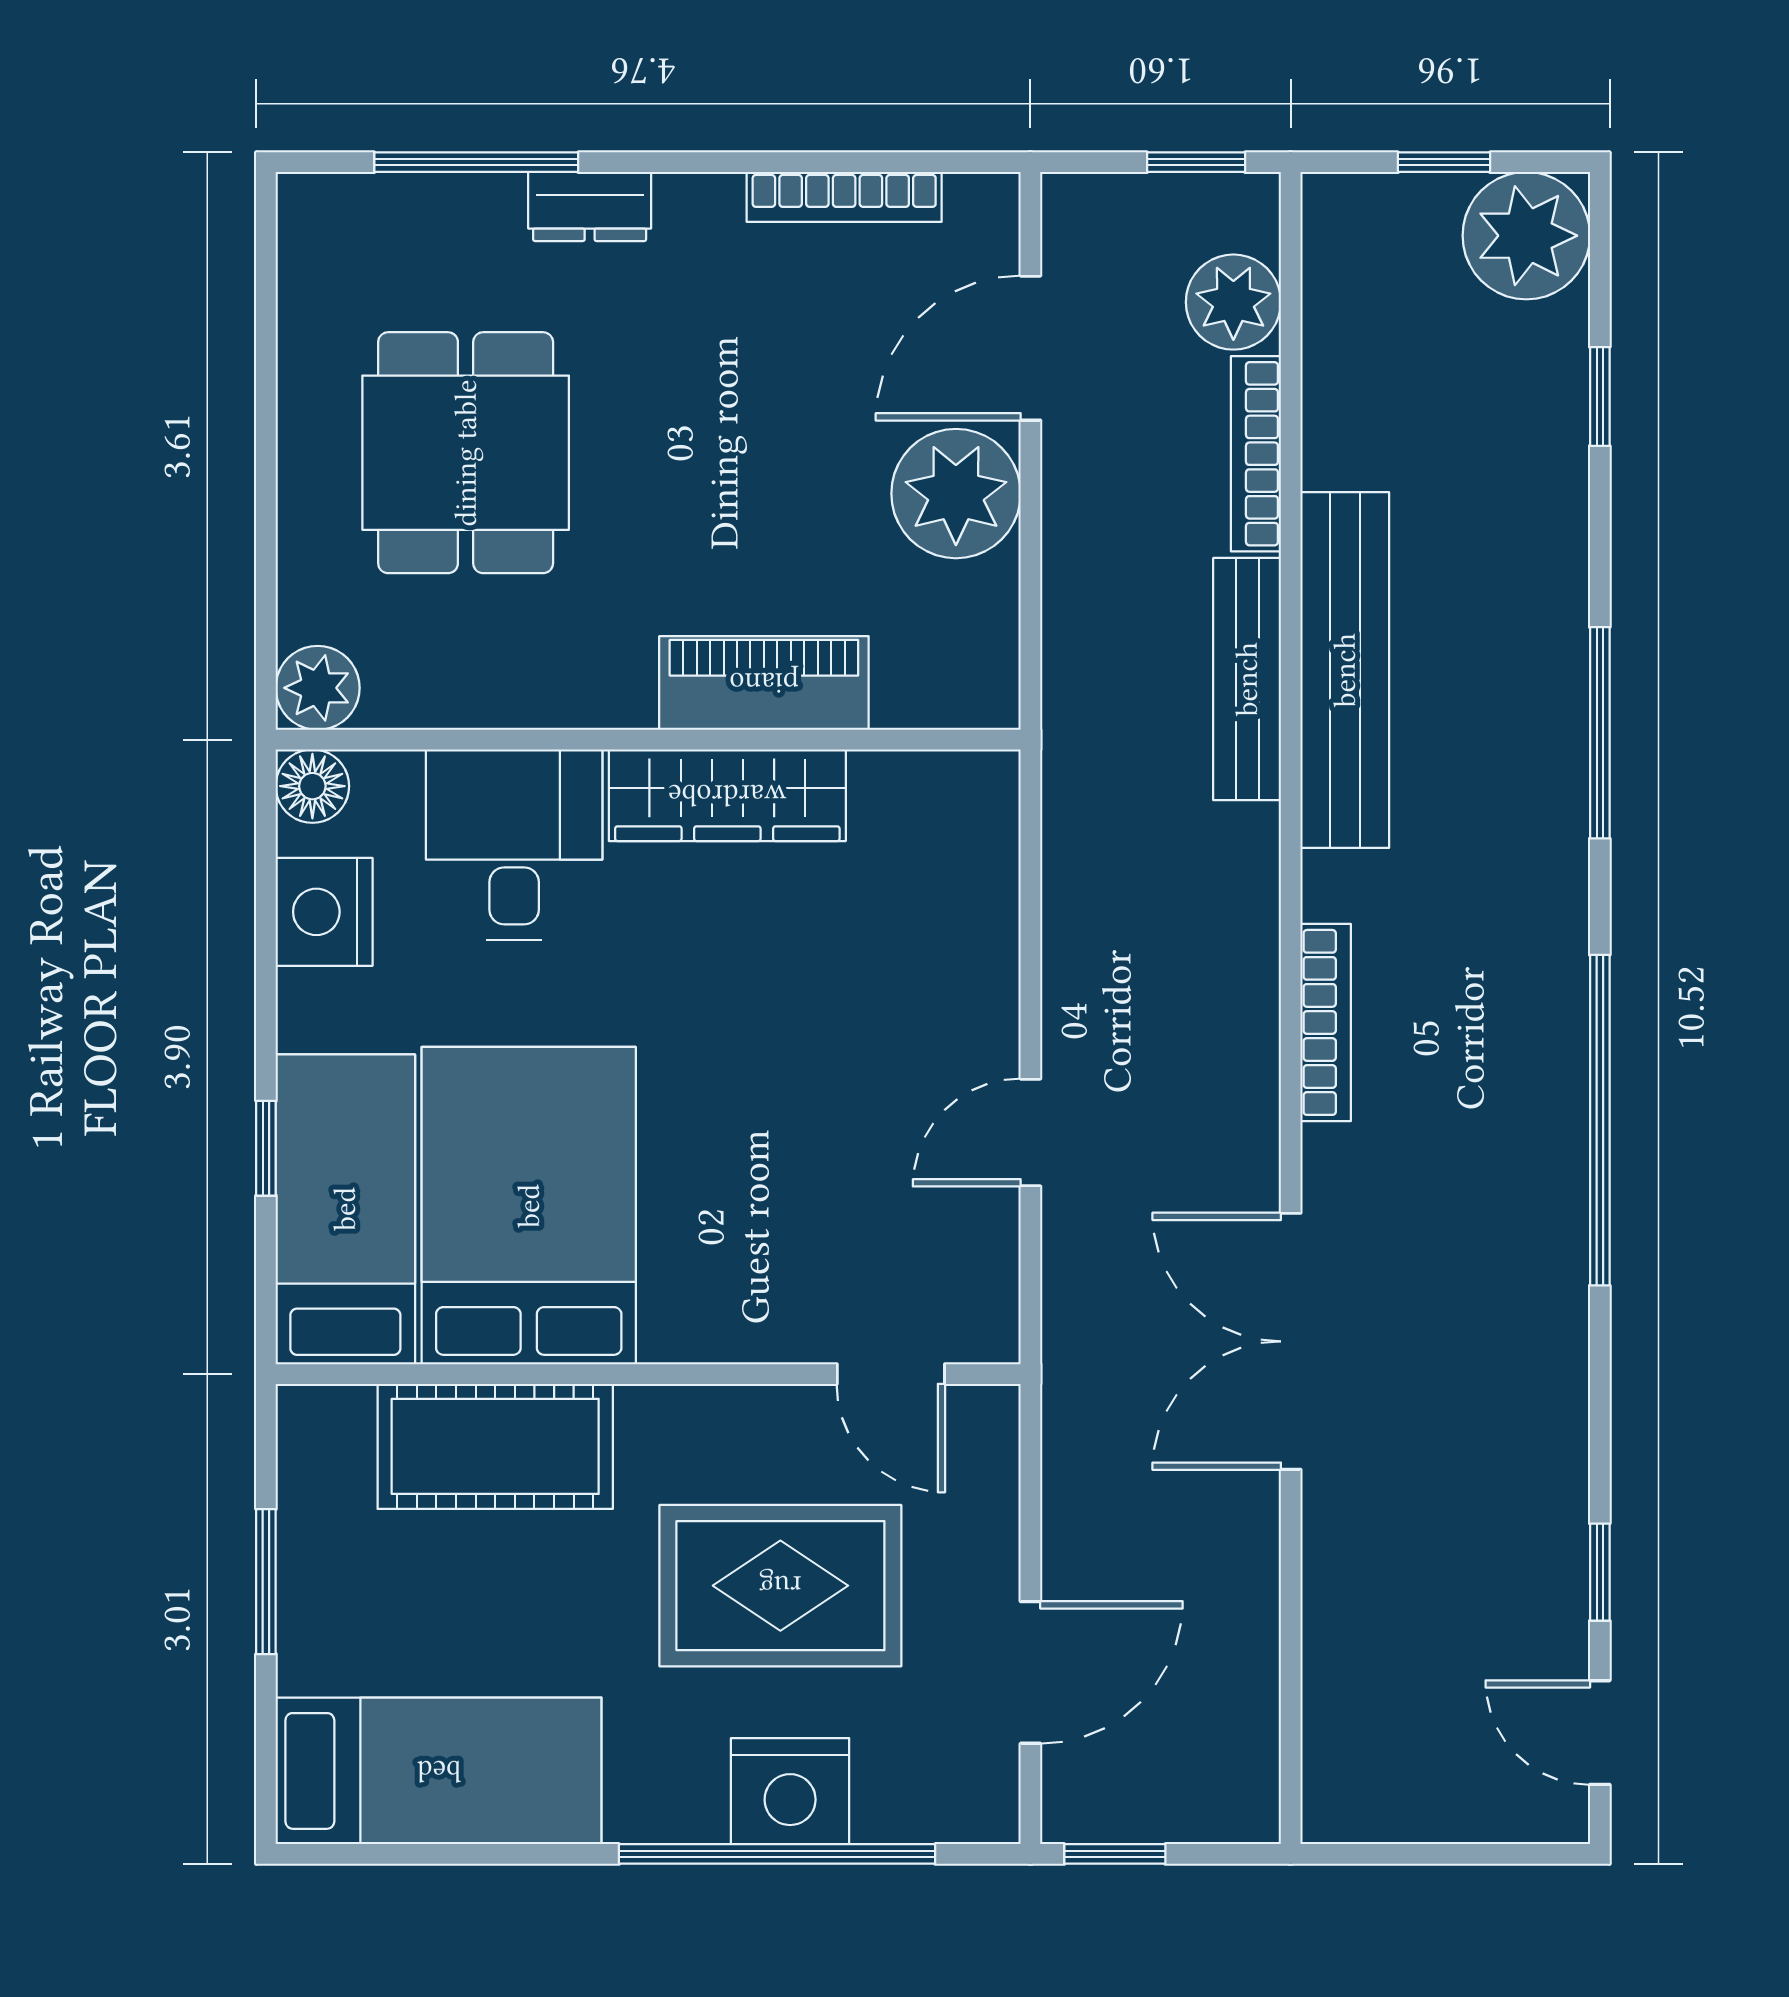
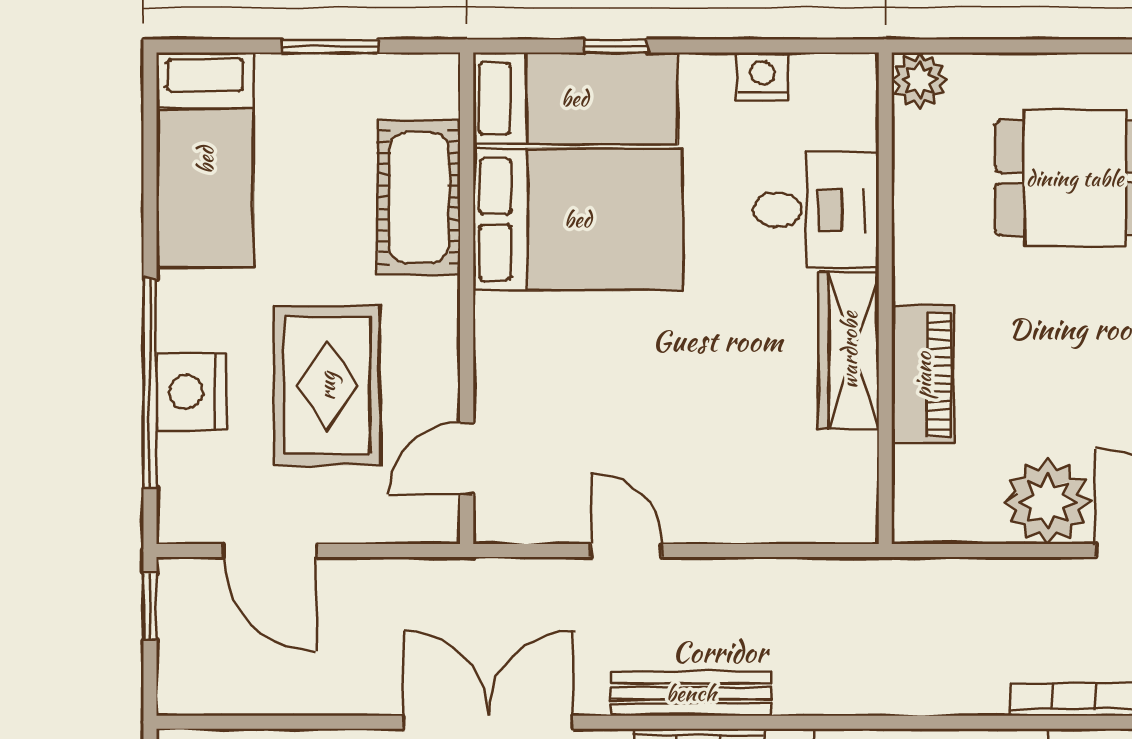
bench: (1247, 679) -> (691, 693), moved
floor lamp: (312, 786) -> (855, 77), removed
nightstand: (324, 912) -> (762, 77), width x0.74, depth x0.75

